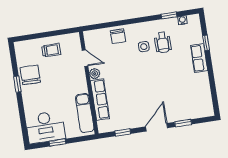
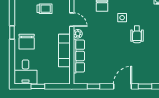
wheelchair: (163, 42) -> (137, 34), moved
chair: (30, 75) -> (27, 42), moved, turned 180
exam couch: (85, 113) -> (64, 50), moved
desk: (45, 127) -> (26, 72), width x0.73

